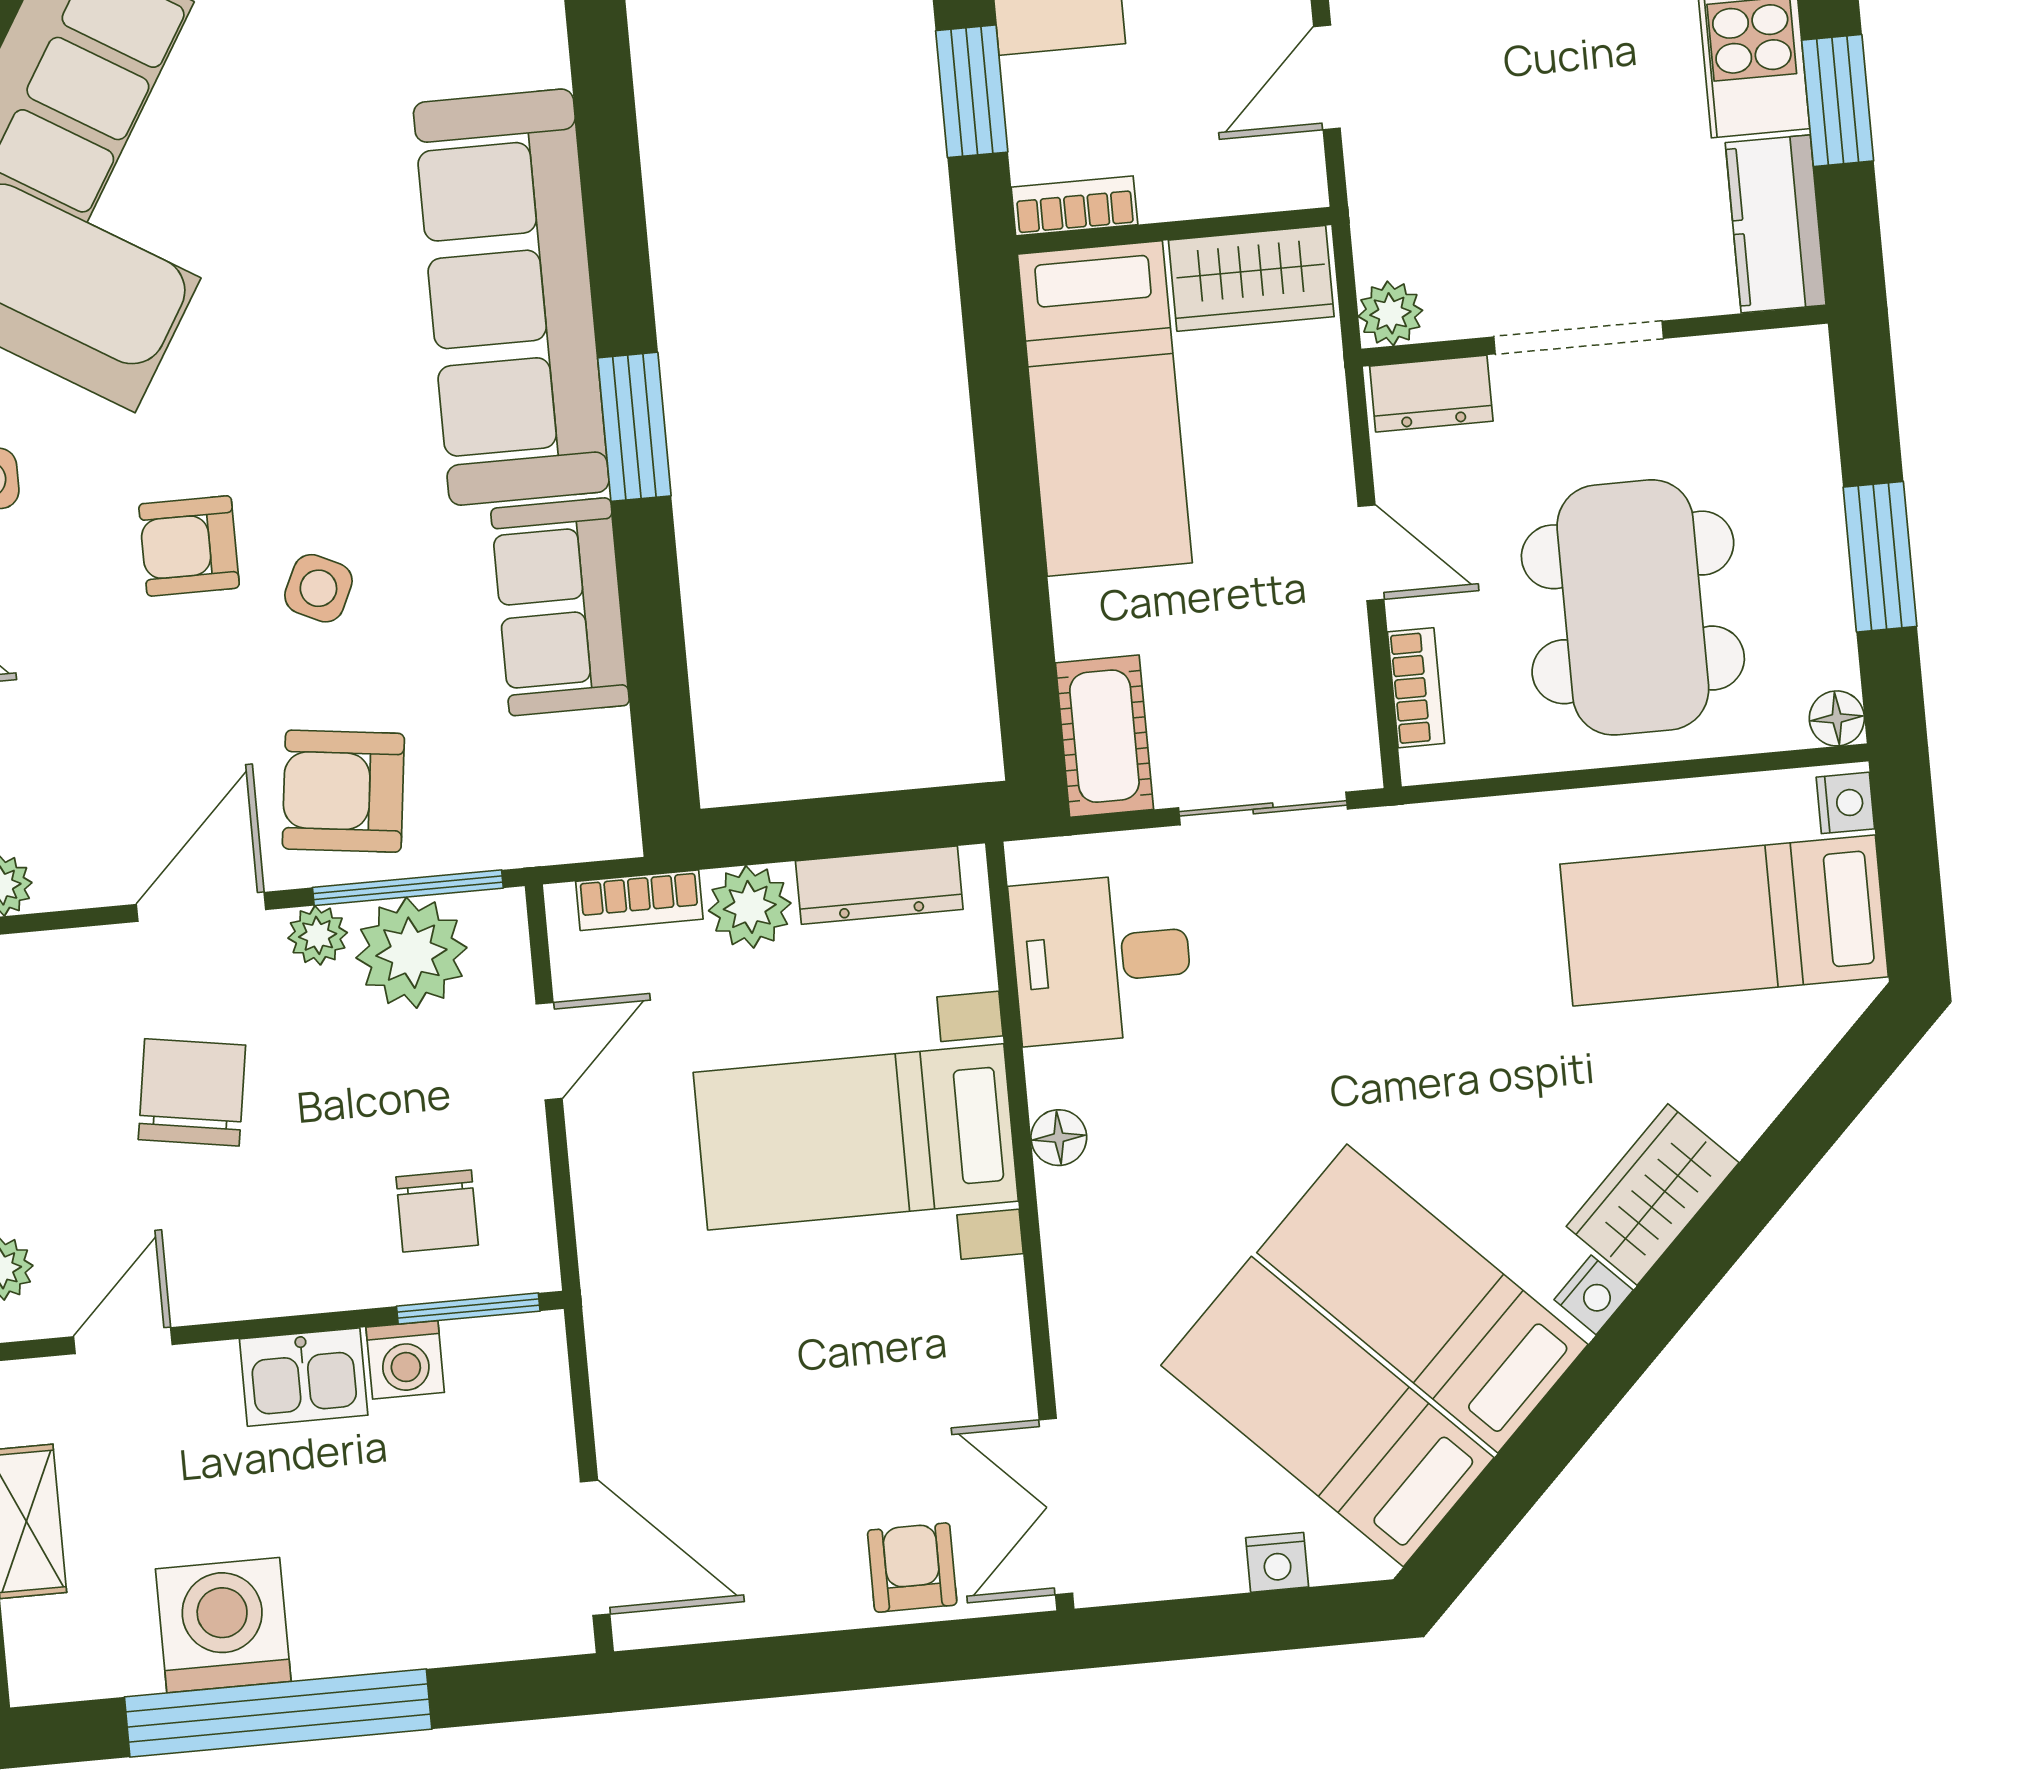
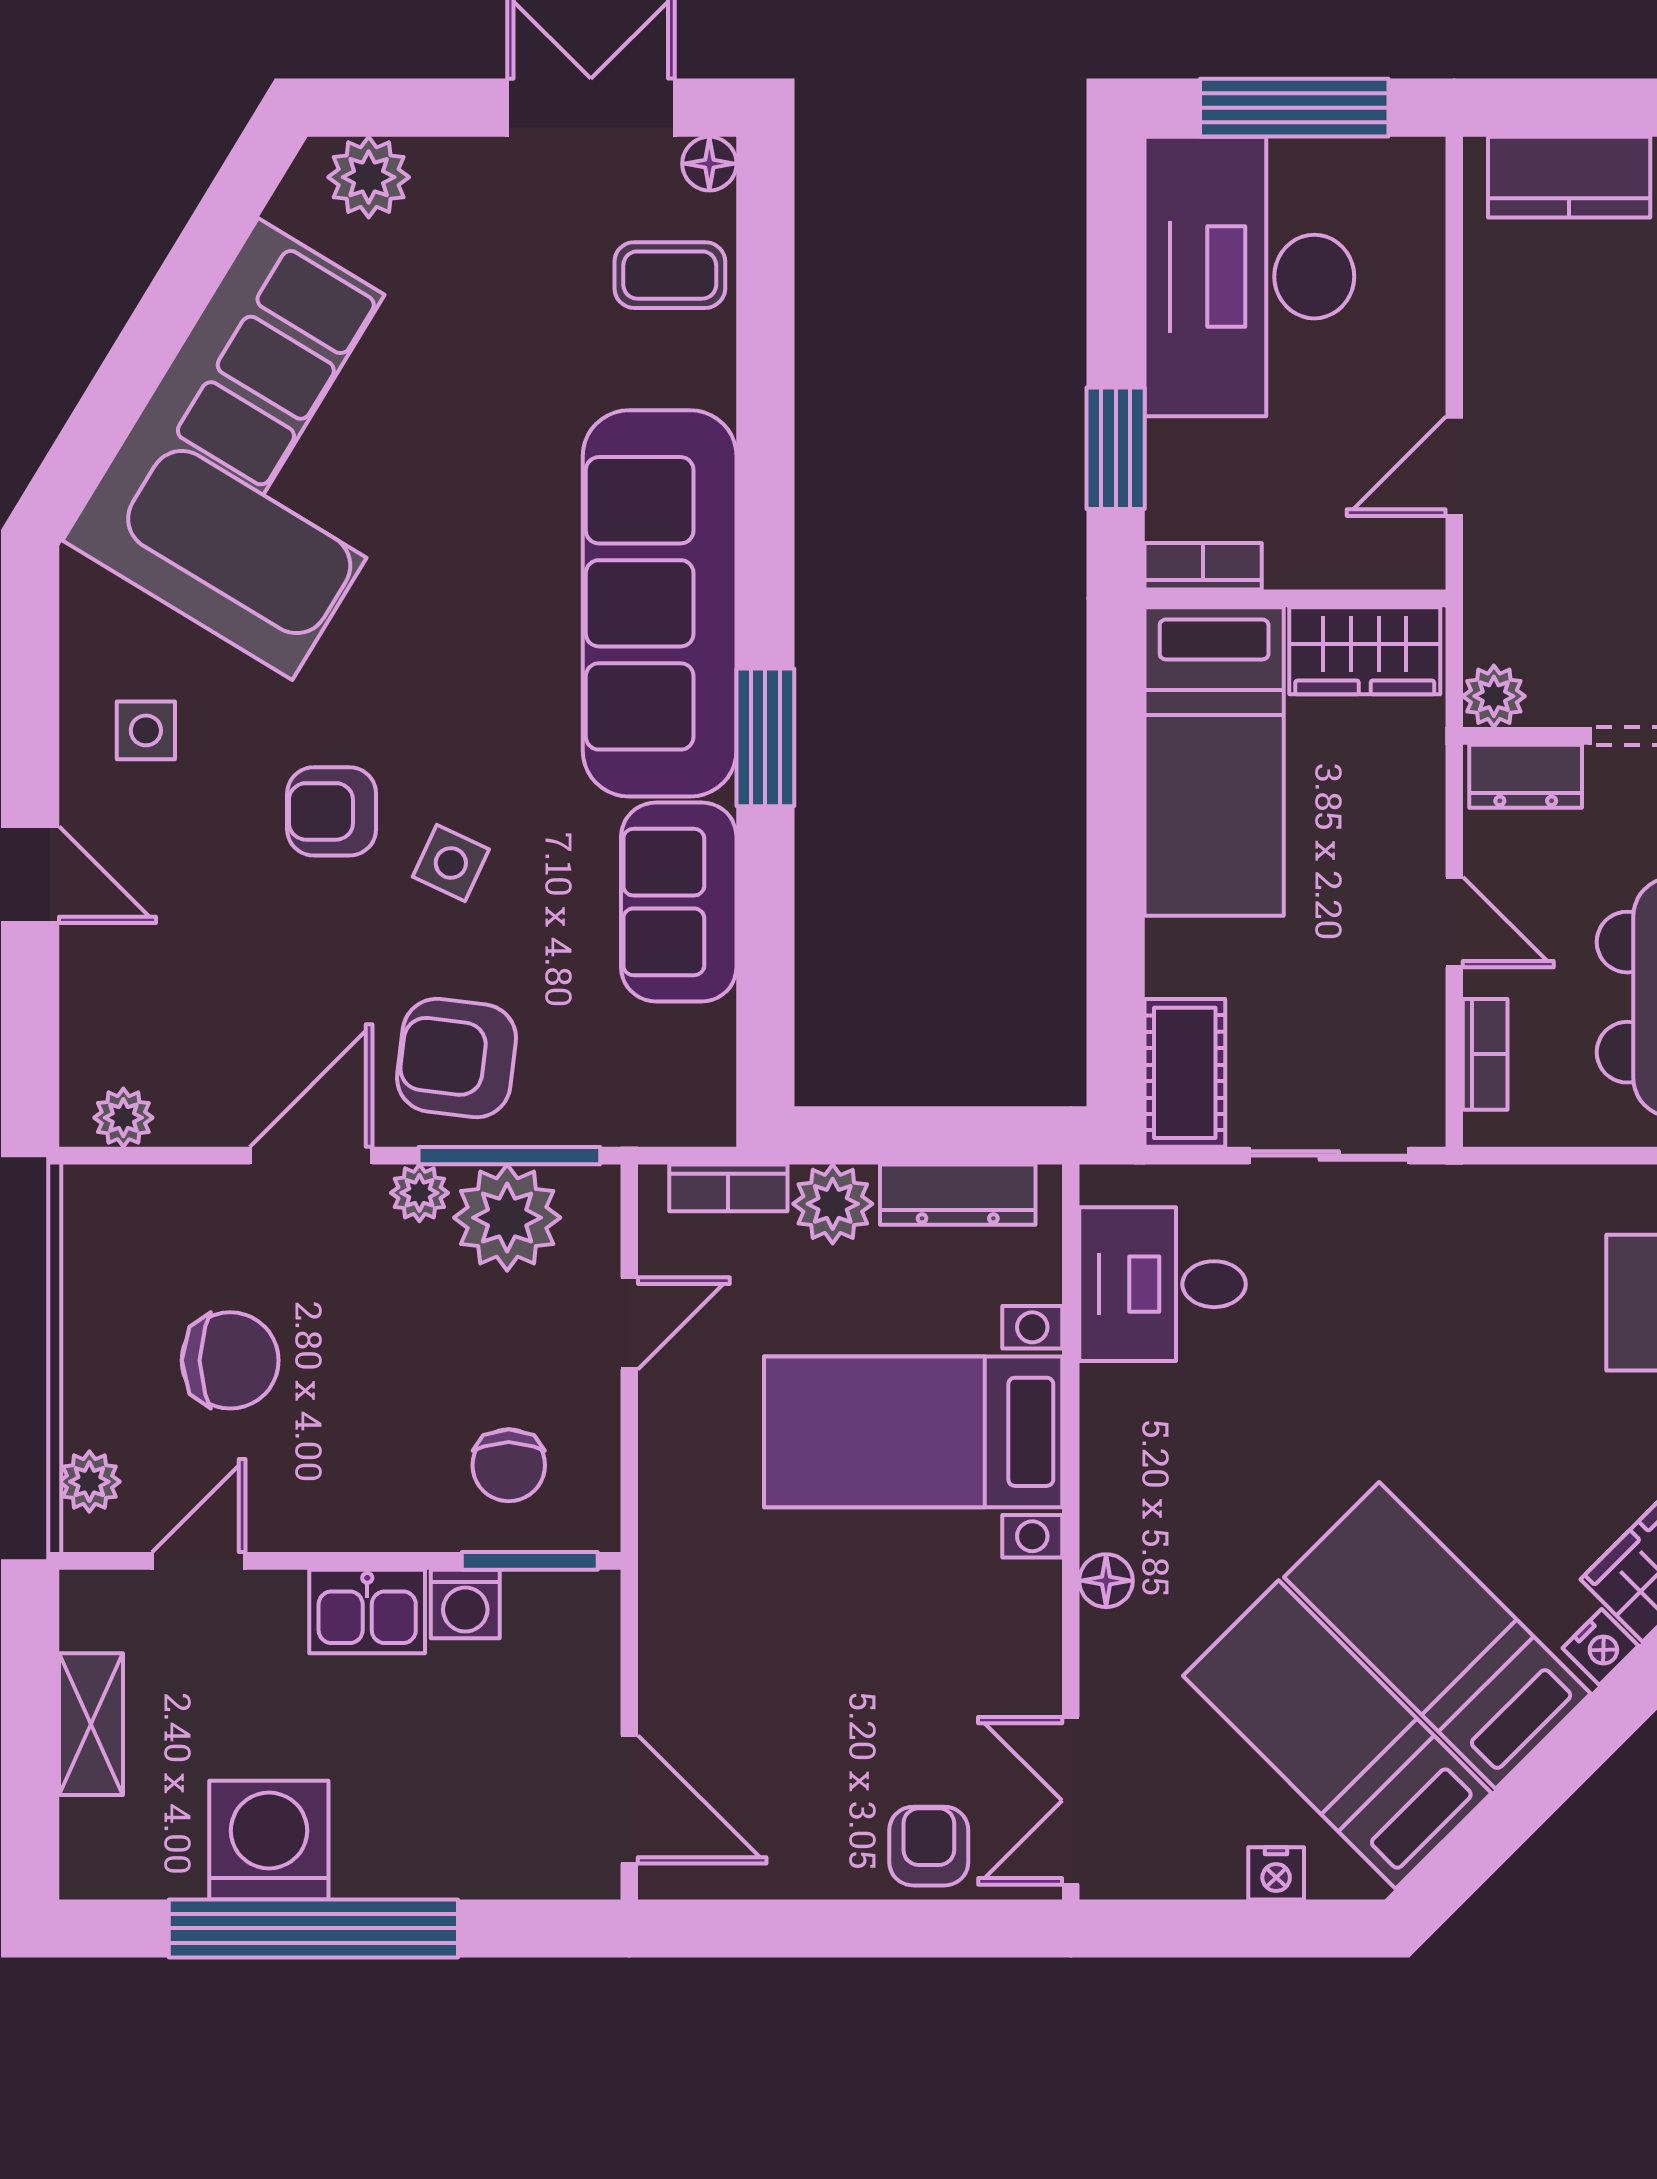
chair: (192, 1092) -> (230, 1360), moved, turned 81
floor lamp: (1059, 1138) -> (1106, 1581), moved

